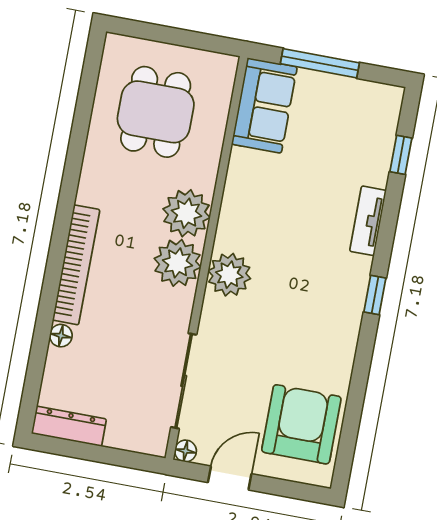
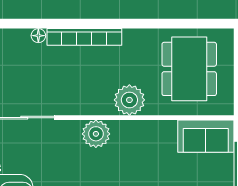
dining table: (156, 112) -> (189, 69), width x1.38
plant: (178, 263) -> (97, 100), removed

